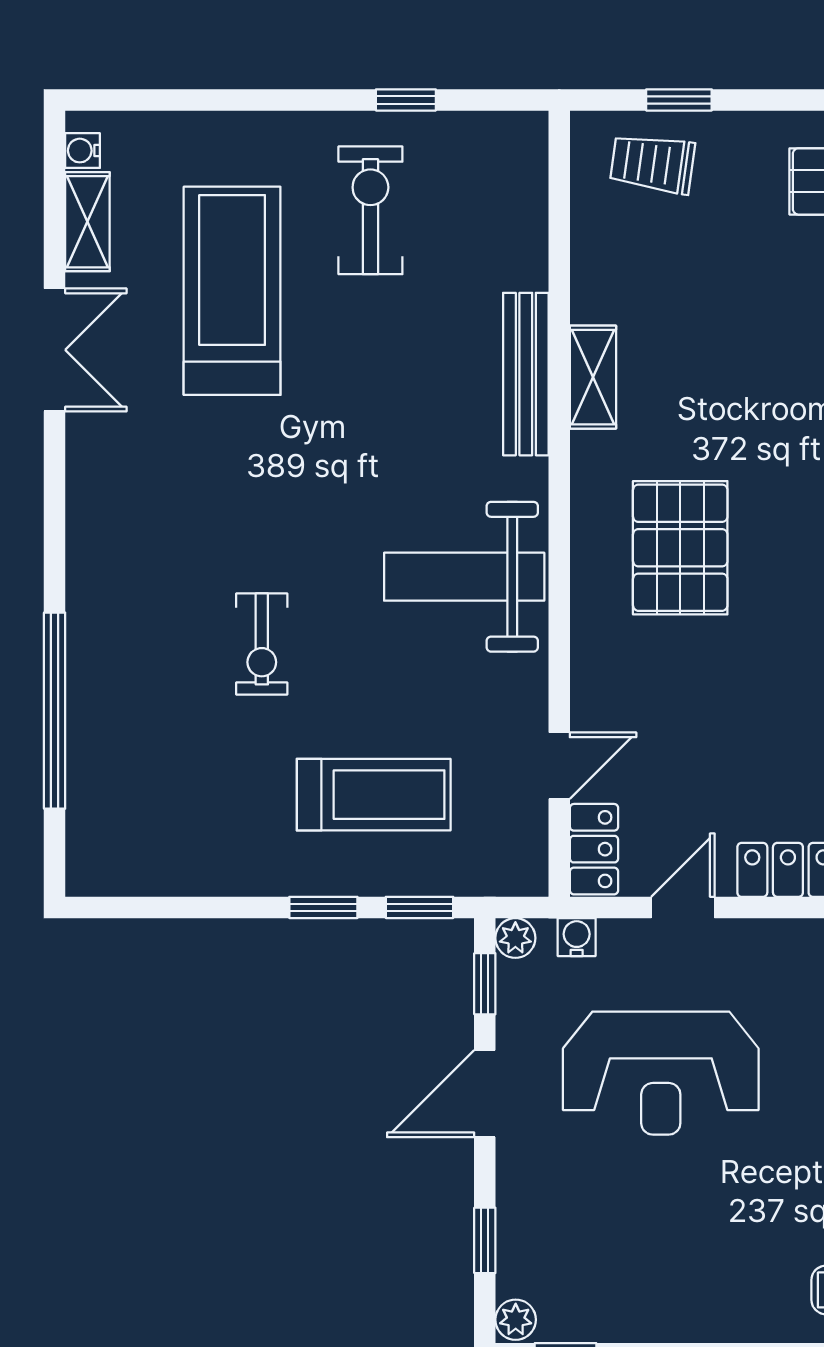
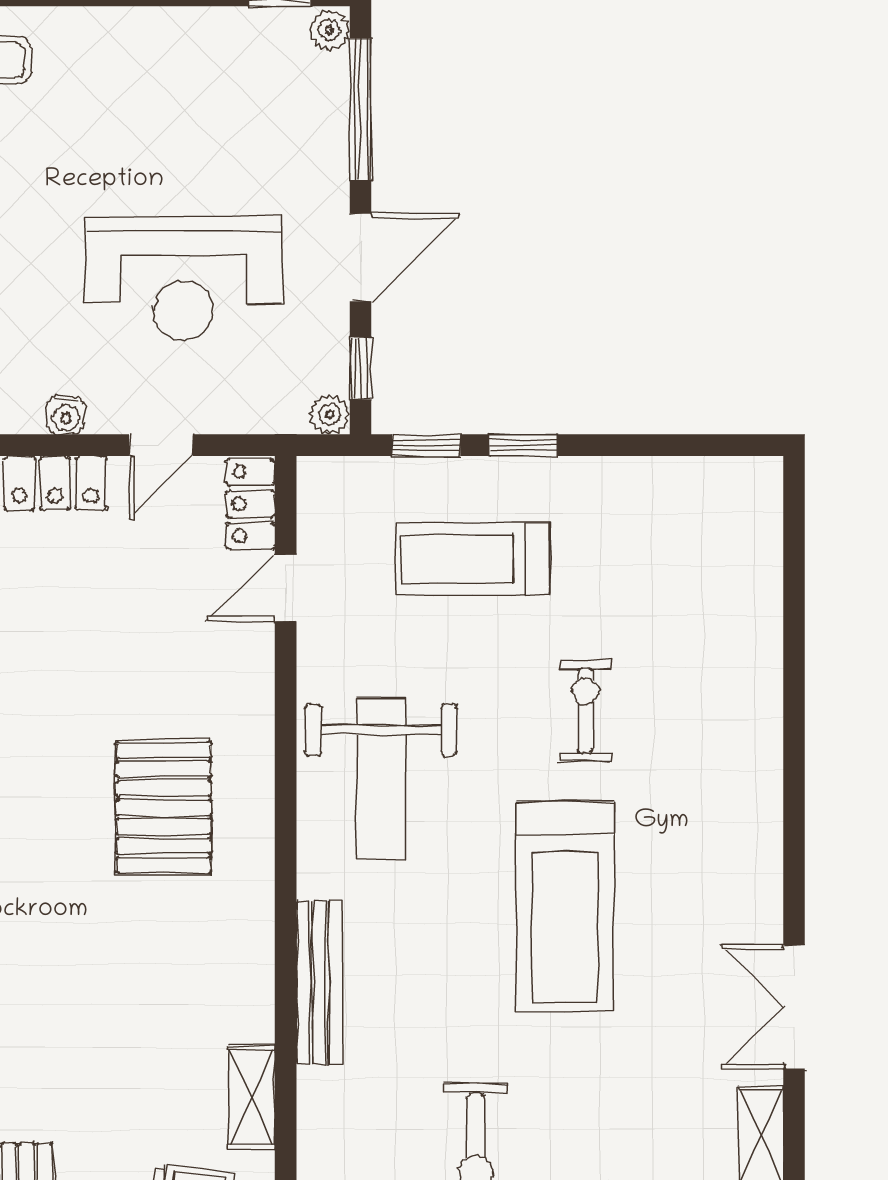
treadmill: (232, 291) -> (565, 907), moved
shelving: (593, 377) -> (252, 1097), moved
weight bench: (464, 577) -> (381, 778), turned 90
window: (55, 711) -> (794, 643), removed
water cooler: (577, 937) -> (66, 415), moved
reception desk: (661, 1073) -> (183, 278), turned 180
window: (485, 1240) -> (360, 110), width x2.17

